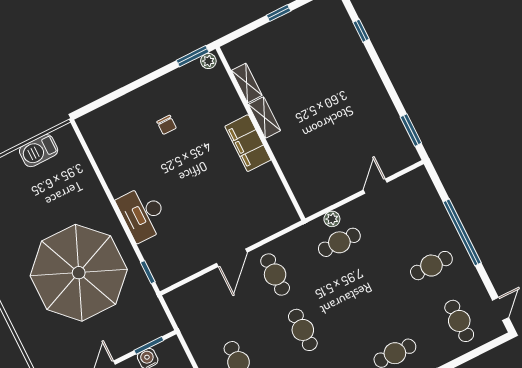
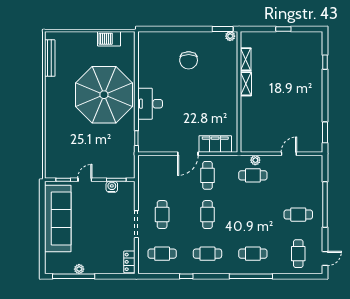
chair: (167, 125) -> (189, 60), width x1.87, depth x1.87
filing cabinet: (248, 143) -> (215, 144), moved, turned 90
parasol: (79, 273) -> (104, 95), moved

